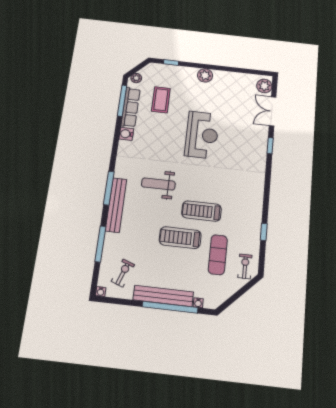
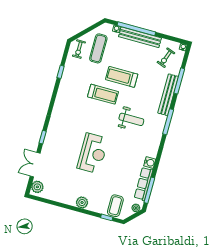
coffee table: (161, 100) -> (115, 206), moved
double door: (273, 111) -> (35, 165), swing flipped
reception desk: (202, 135) -> (93, 153), turned 180
bench: (116, 205) -> (168, 95), moved
treadmill: (180, 238) -> (122, 77), turned 180
exercise mat: (218, 255) -> (98, 48), moved

